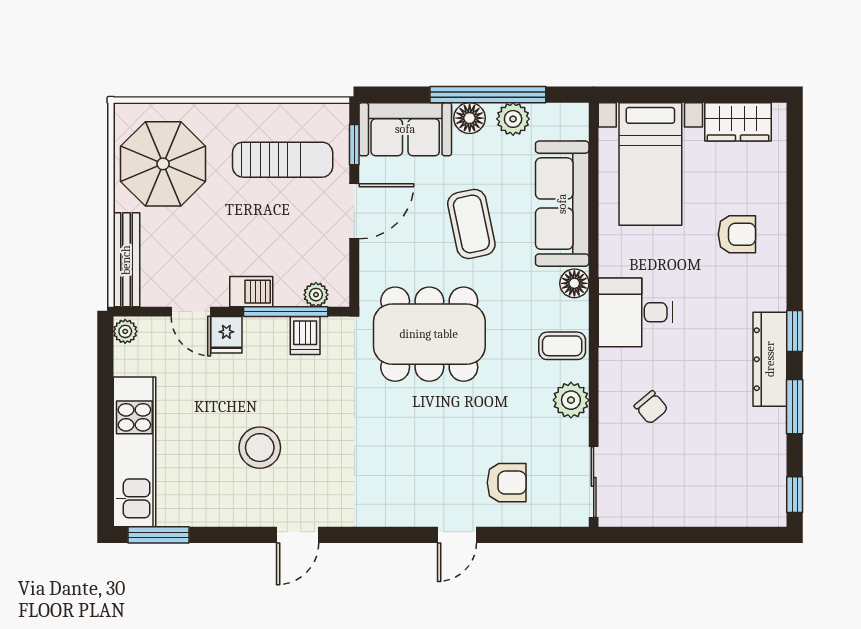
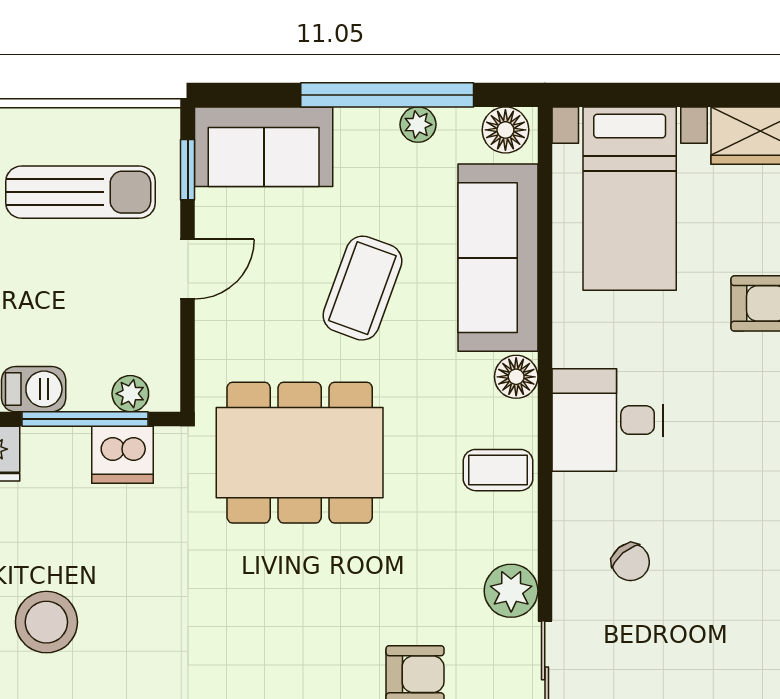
floor lamp: (470, 118) -> (505, 130), moved
plant: (513, 119) -> (418, 125), width x0.73, depth x0.73
door: (354, 211) -> (188, 269), width x0.73
coffee table: (471, 224) -> (362, 288), turned 32
dishwasher: (305, 336) -> (123, 455), width x1.38
plant: (571, 400) -> (511, 591), moved

